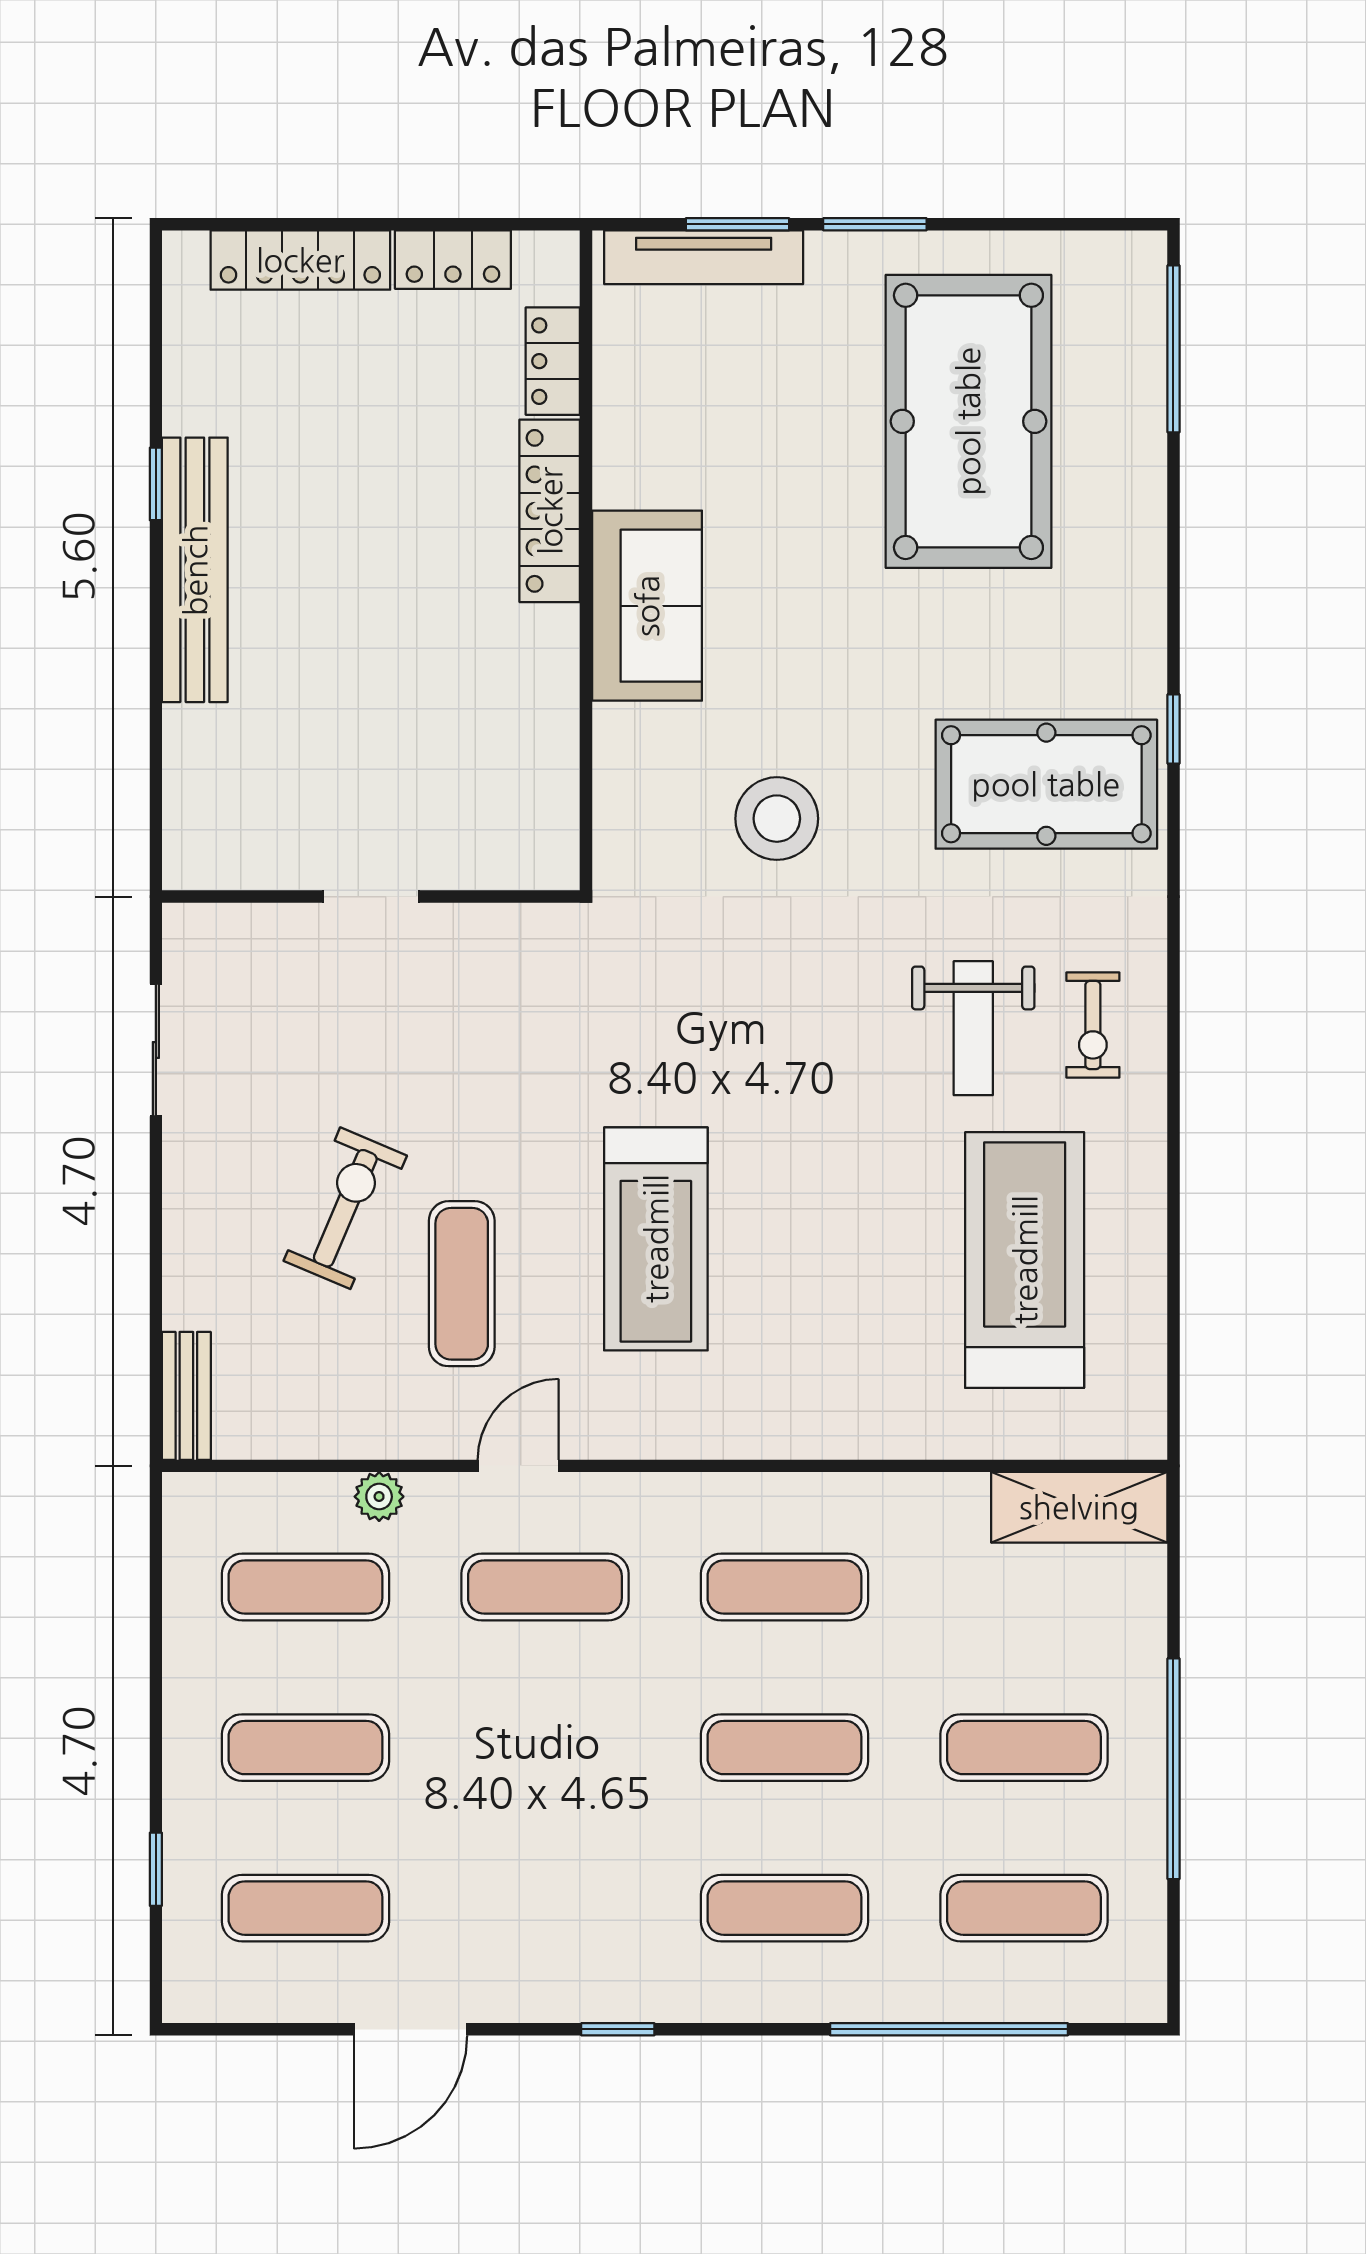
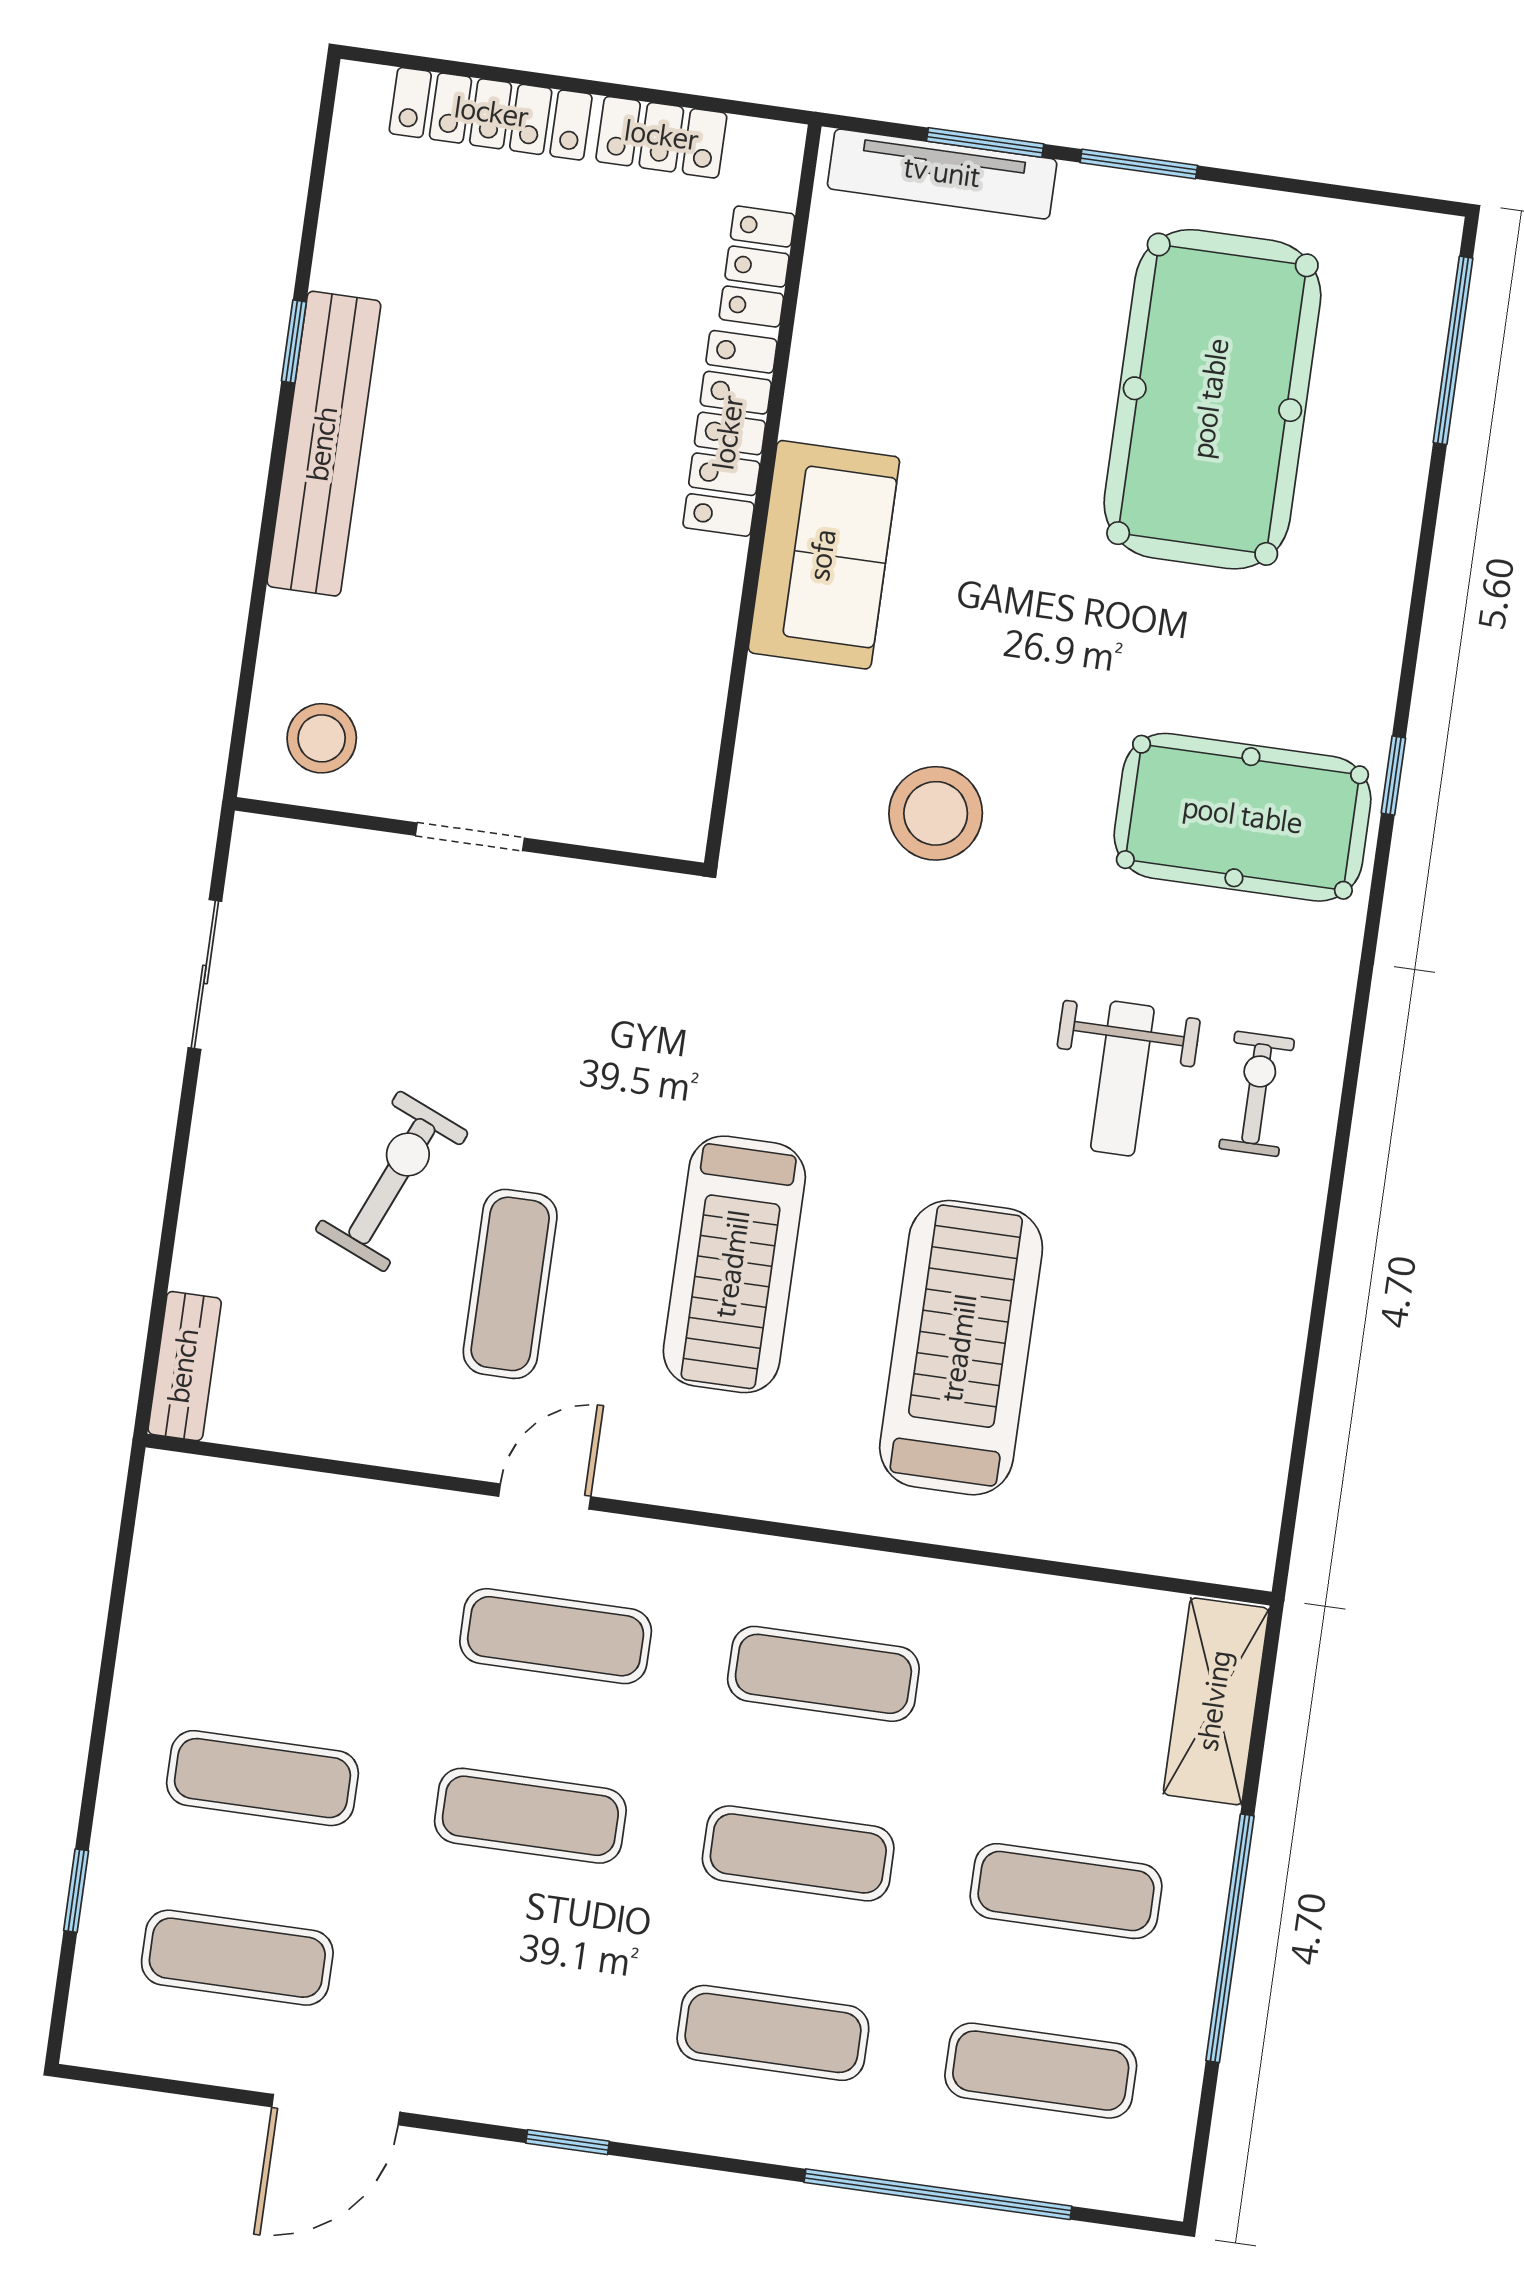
stool: (229, 829) -> (322, 738), added
exercise bike: (1093, 1025) -> (1257, 1094), turned 180
treadmill: (1025, 1260) -> (961, 1348), moved
plant: (379, 1497) -> (384, 1509), removed
shelving: (1079, 1507) -> (1216, 1701), moved, turned 90
exercise mat: (305, 1587) -> (530, 1816), moved

